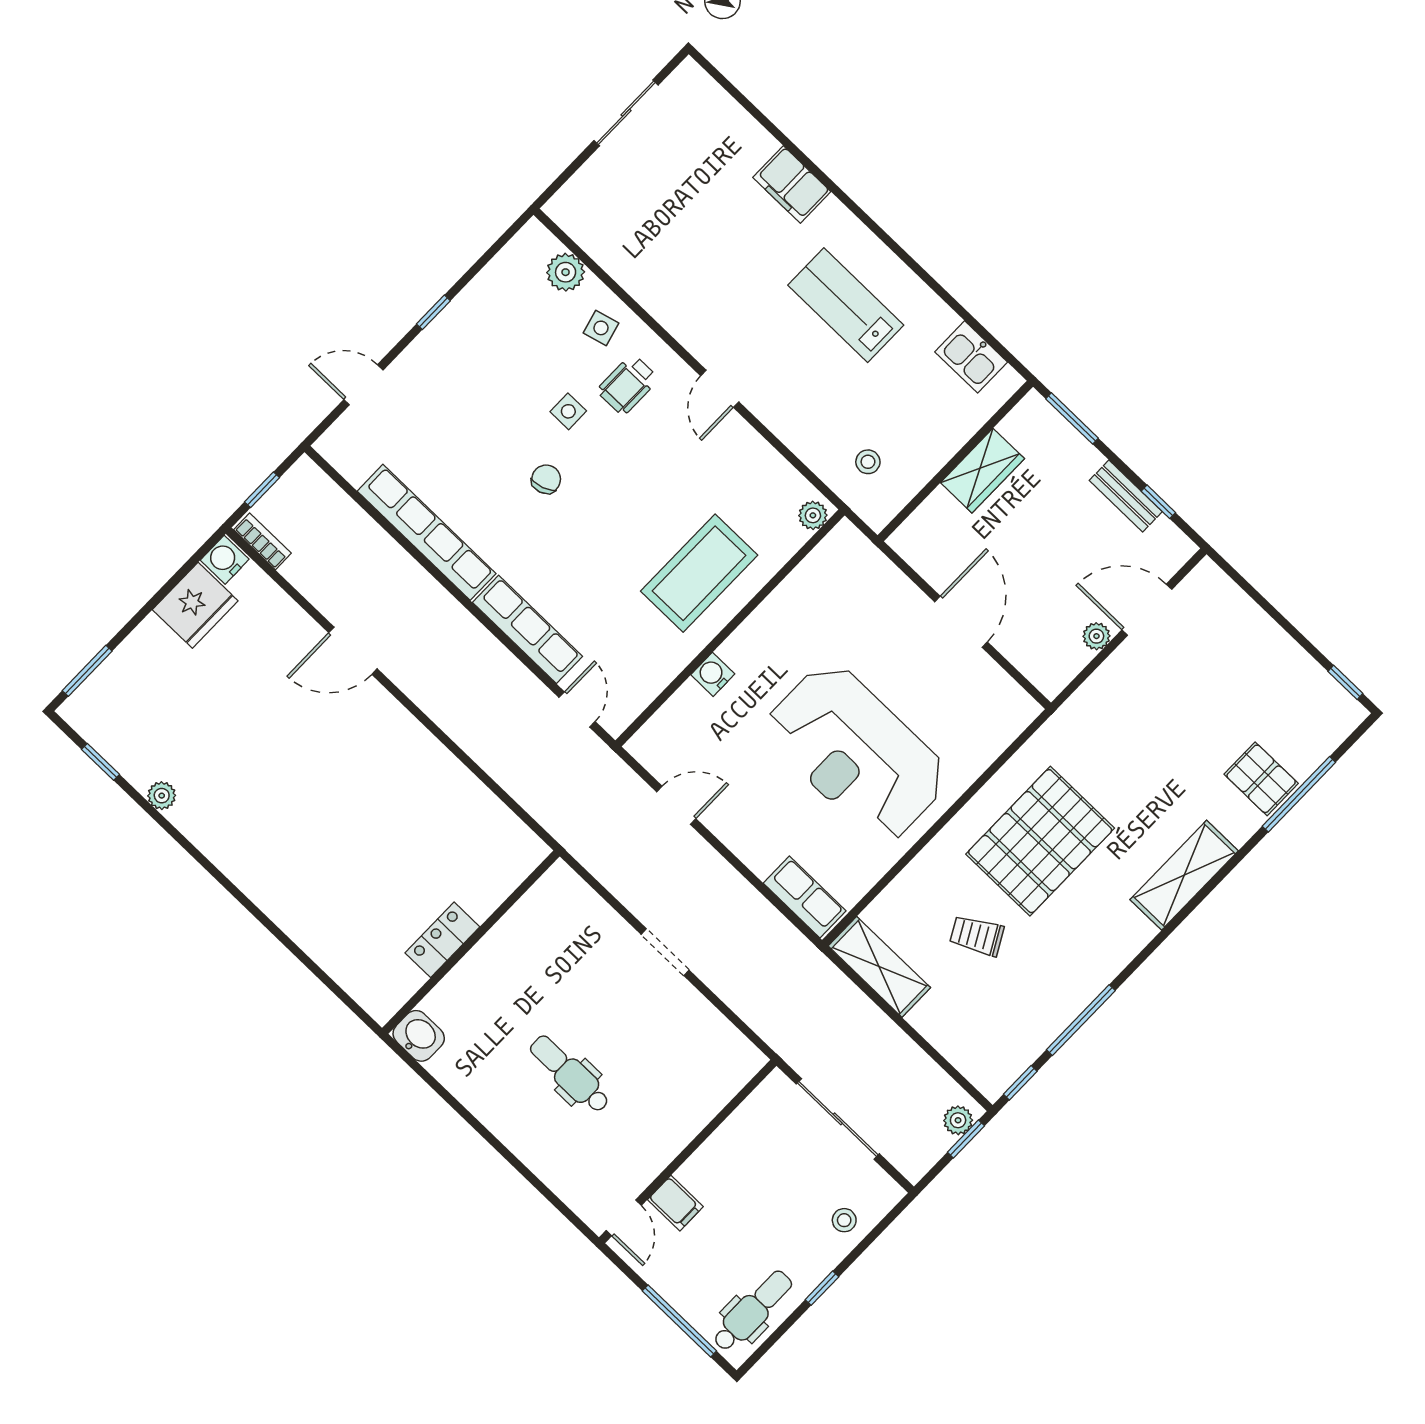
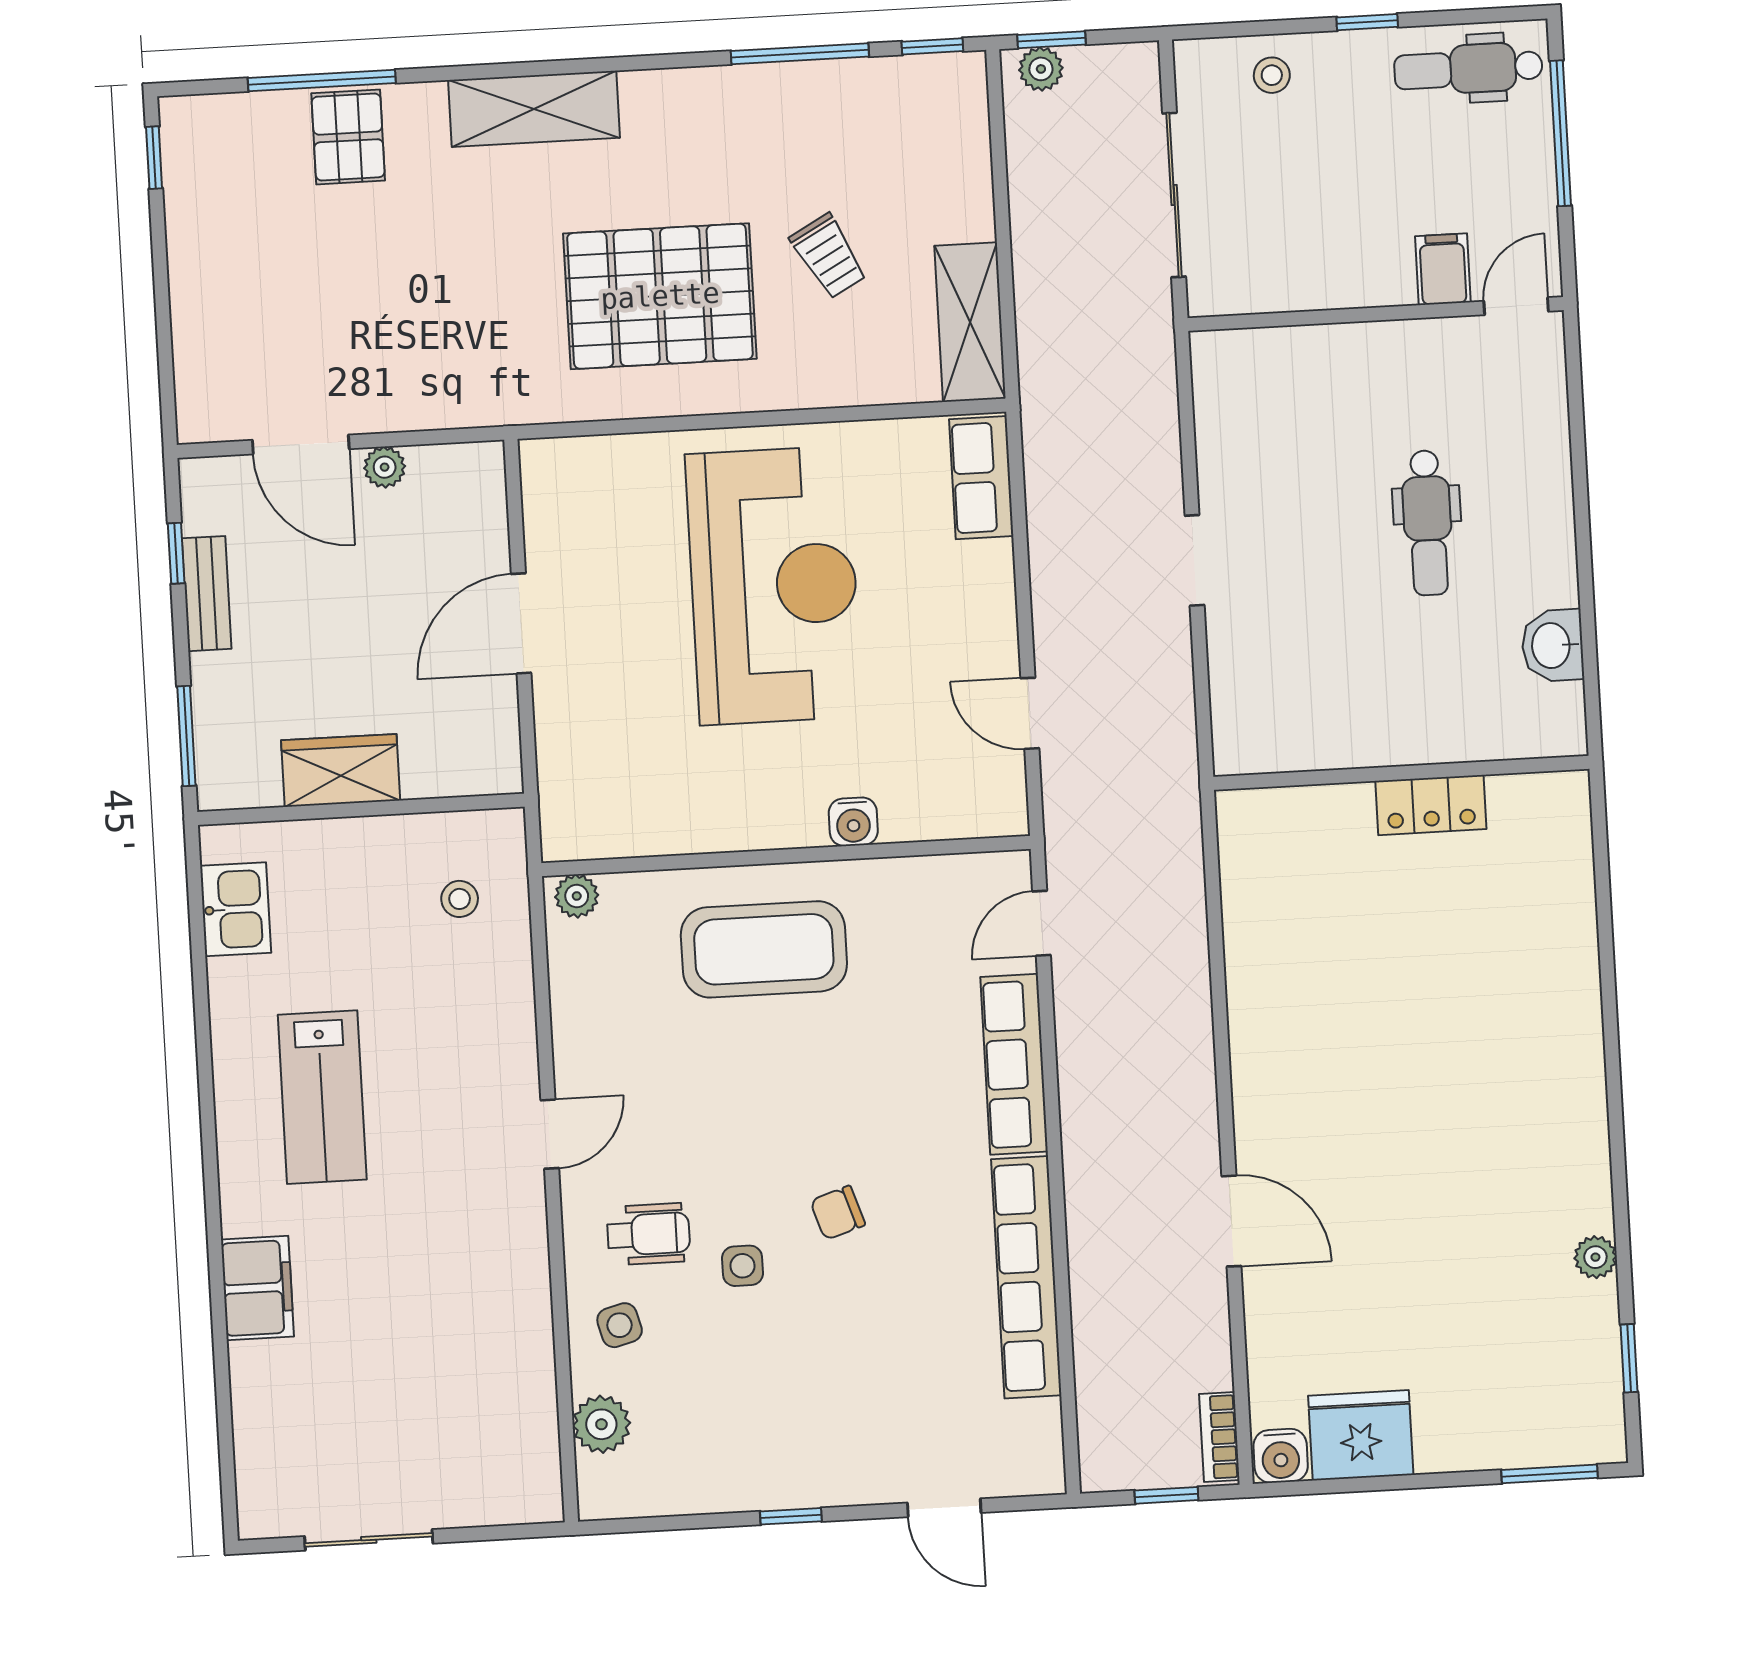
washbasin: (419, 1036) -> (1553, 645), moved

